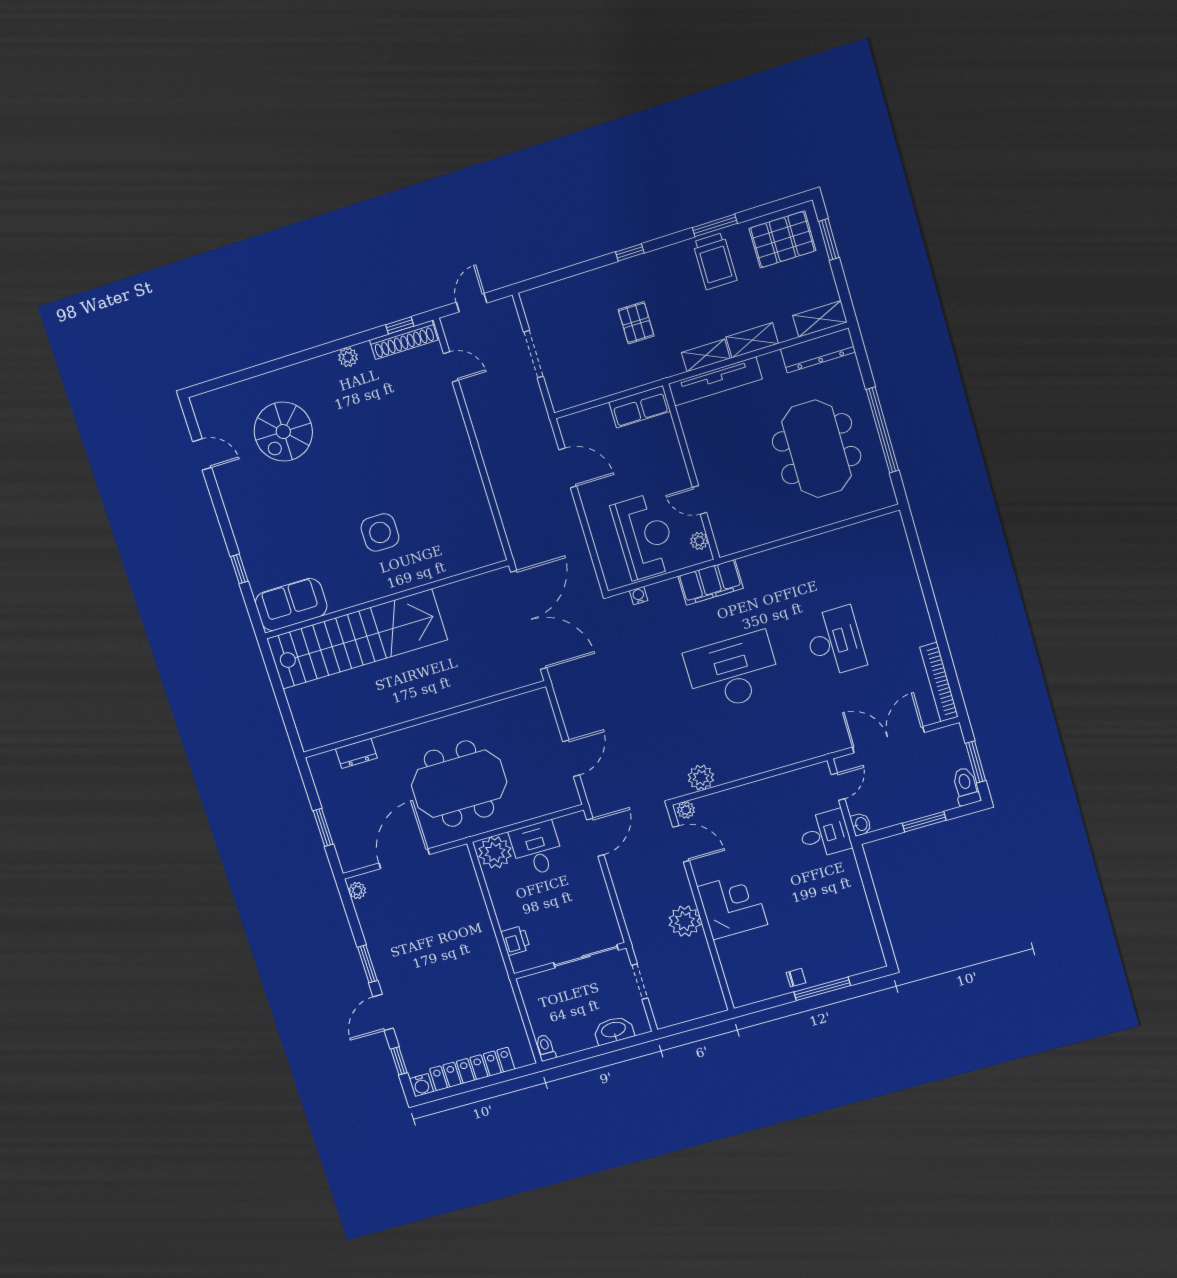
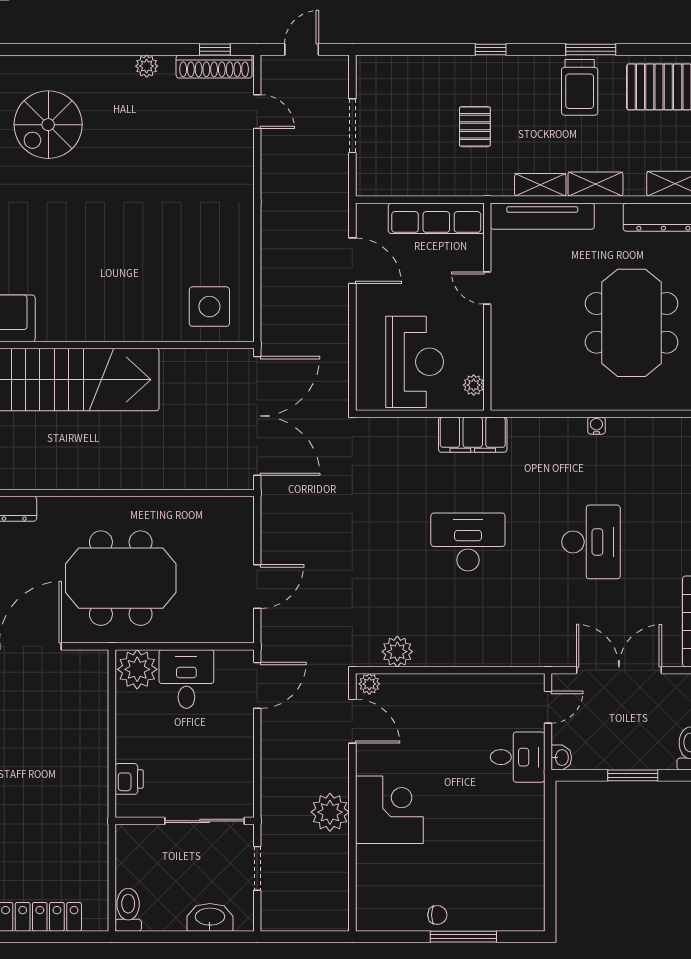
row of seats: (640, 407) -> (436, 218), width x1.48
door: (699, 500) -> (487, 288), moved
side table: (380, 532) -> (209, 307), moved
water cooler: (639, 596) -> (596, 426), moved
desk: (733, 672) -> (468, 542), width x0.73, depth x0.77
toilet: (545, 1048) -> (128, 910), width x1.37, depth x1.39

